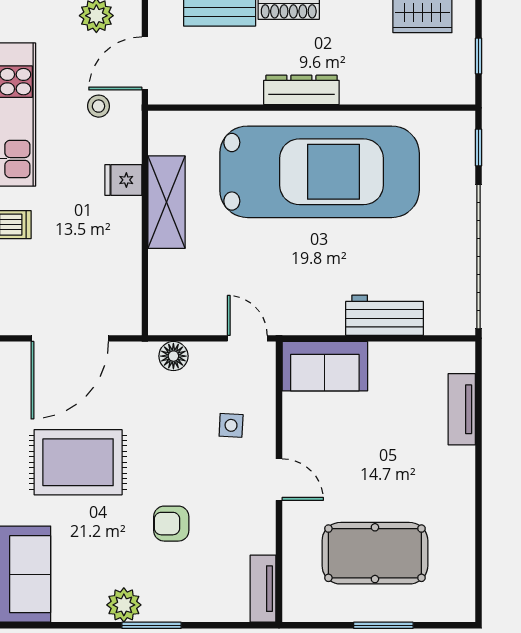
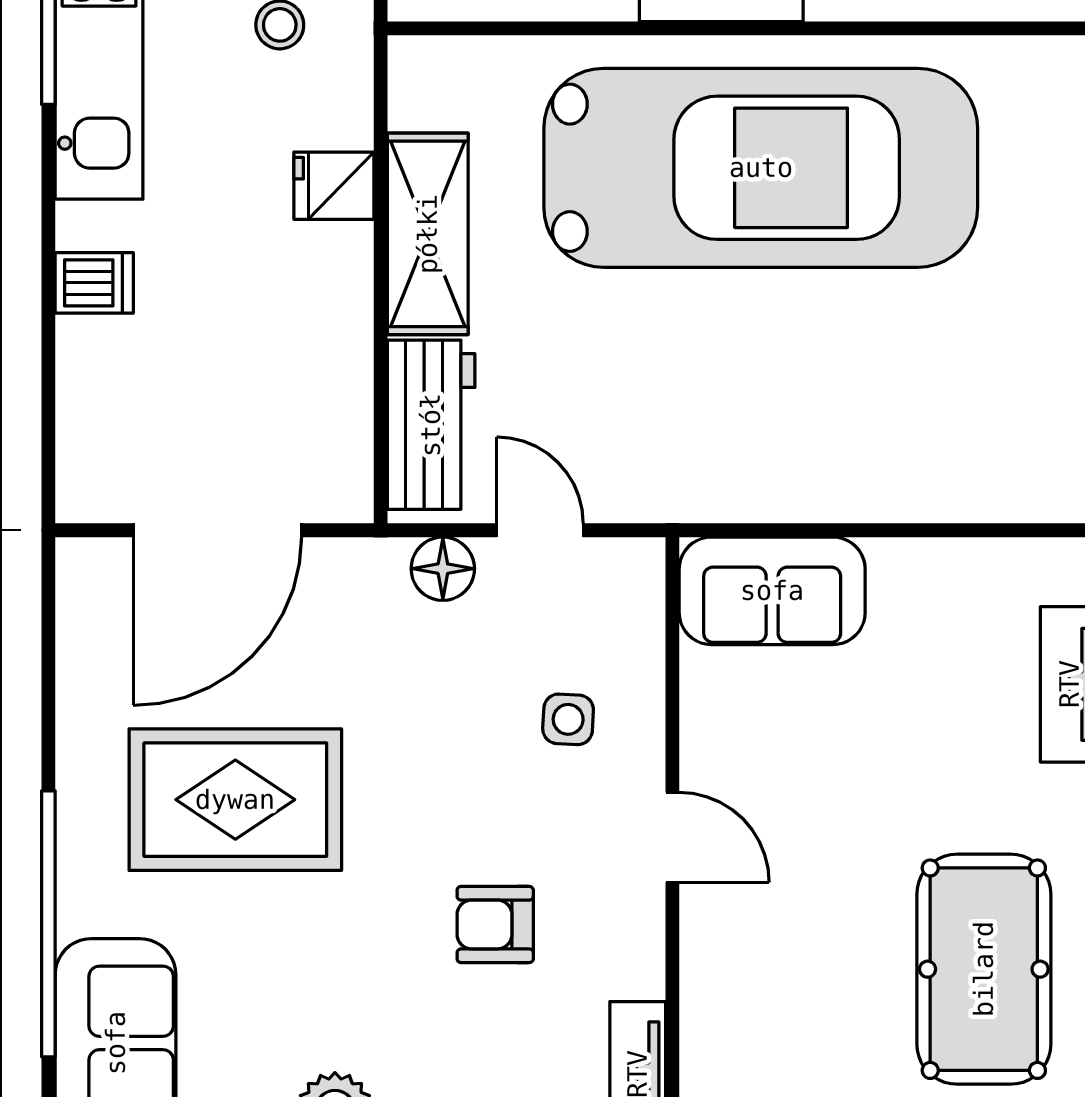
workbench: (385, 315) -> (431, 425), moved, turned 90
door: (247, 338) -> (540, 530), moved
armchair: (171, 524) -> (495, 924), moved
pool table: (375, 553) -> (984, 969), moved, turned 90

